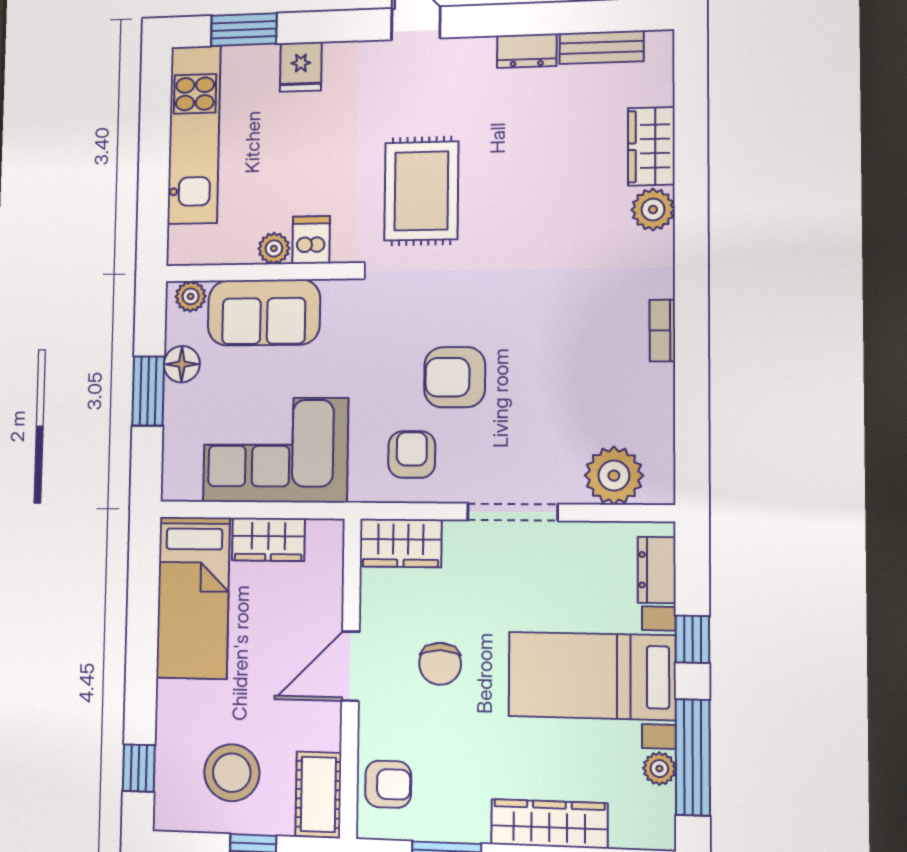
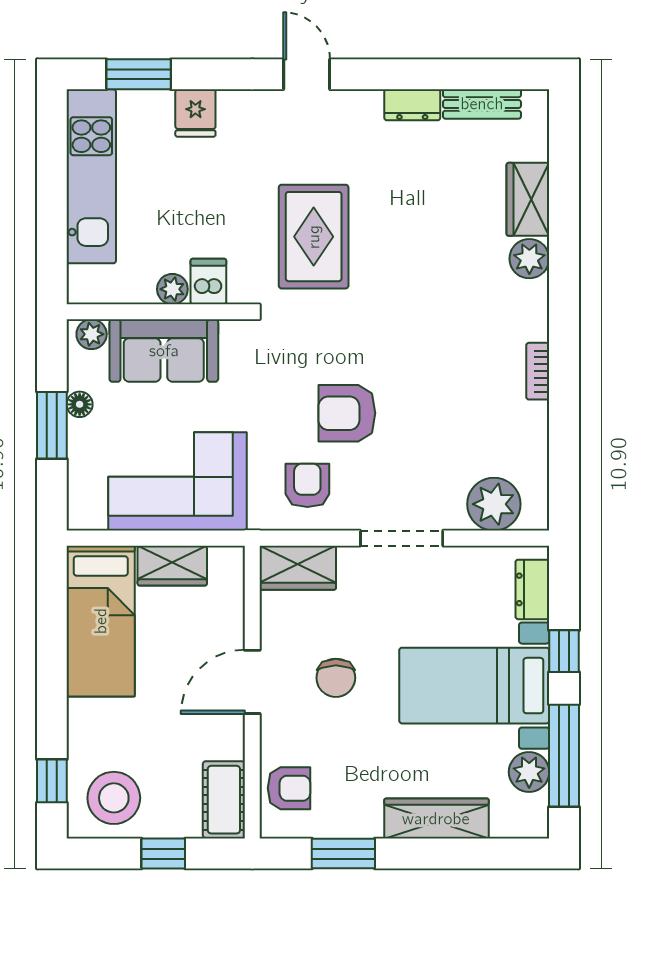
floor lamp: (182, 364) -> (80, 404), width x0.73, depth x0.73
plant: (659, 769) -> (529, 772), width x1.38, depth x1.38
stool: (232, 773) -> (114, 798), moved

